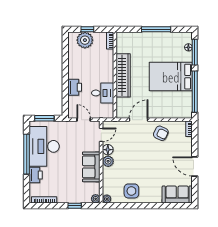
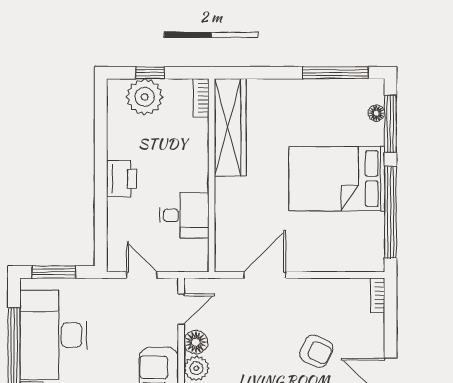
window: (156, 29) -> (335, 73), moved
wardrobe: (123, 75) -> (230, 127), moved
printer: (75, 87) -> (122, 179), moved
armchair: (161, 133) -> (316, 351), moved

